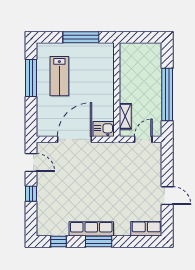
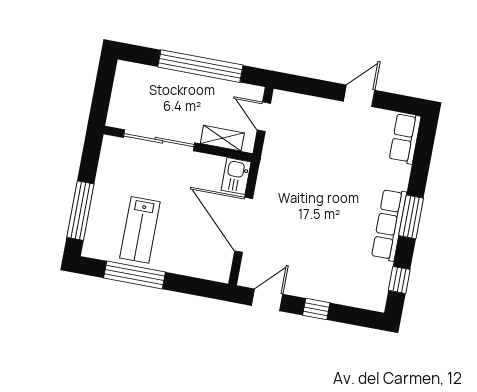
window: (81, 37) -> (80, 211), moved
lab bench: (59, 76) -> (140, 230), turned 90
sliding door: (117, 78) -> (159, 140), added

